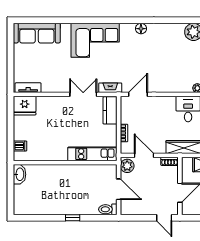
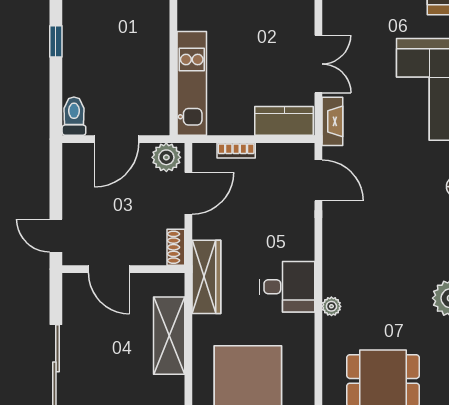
door: (164, 218) -> (56, 236), hinge flipped

